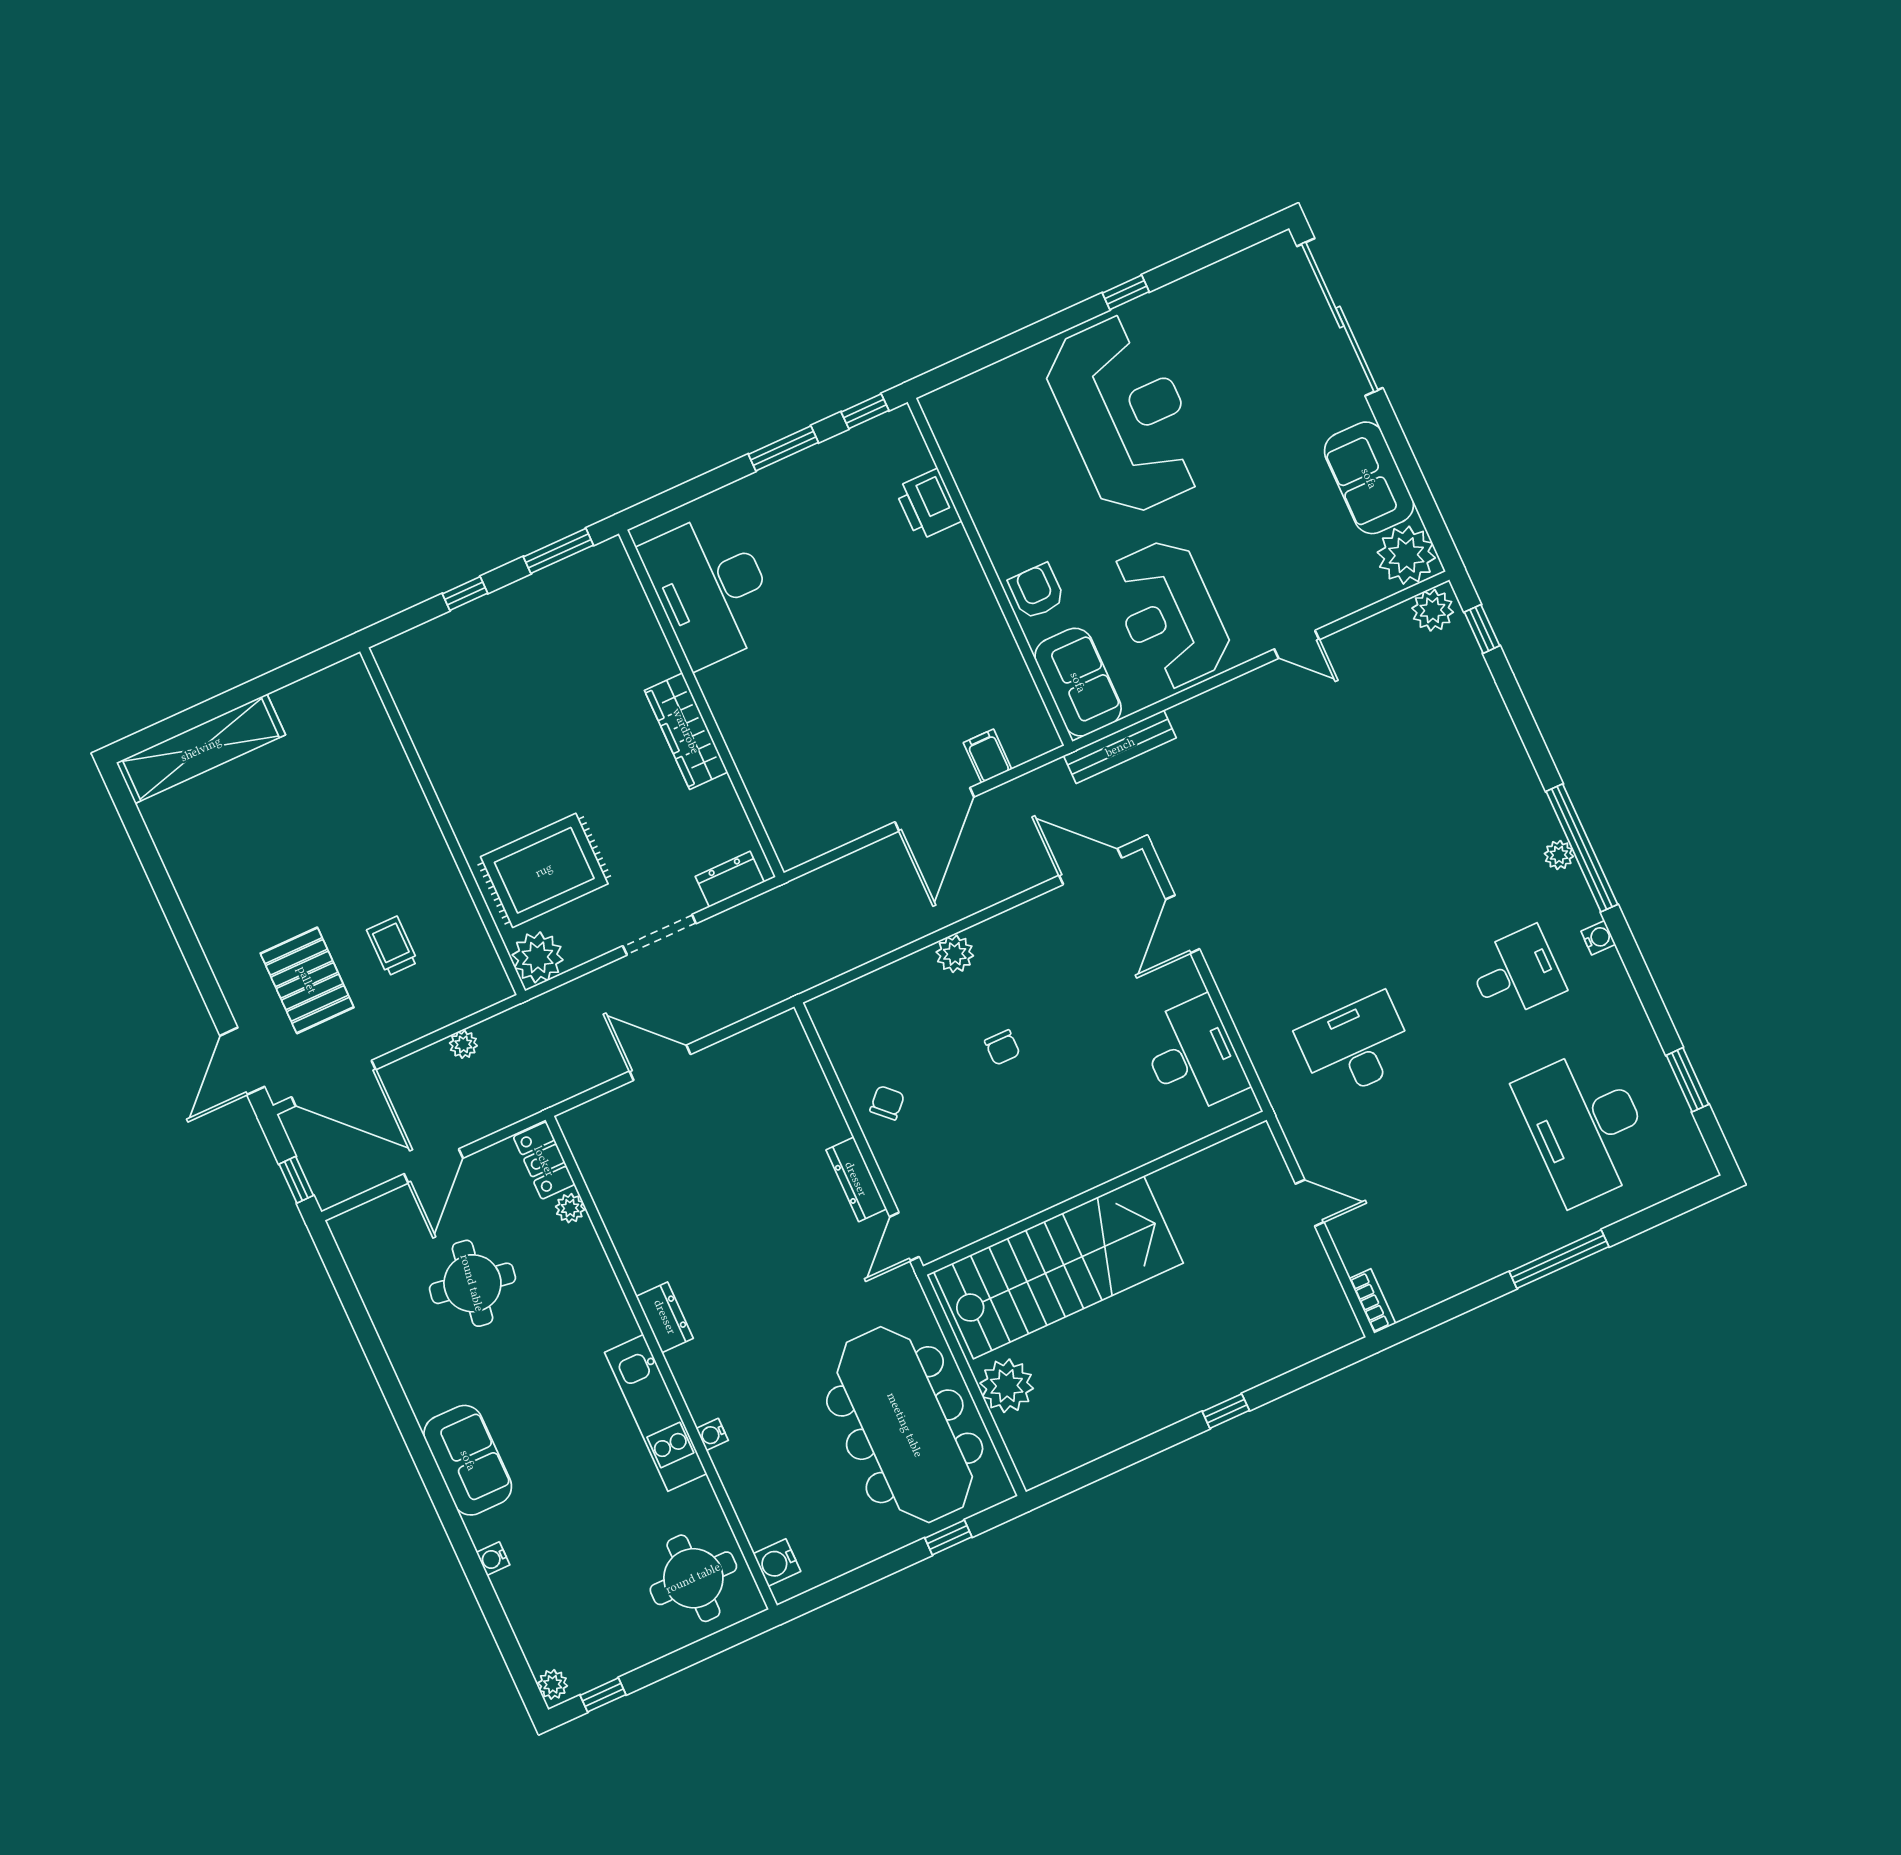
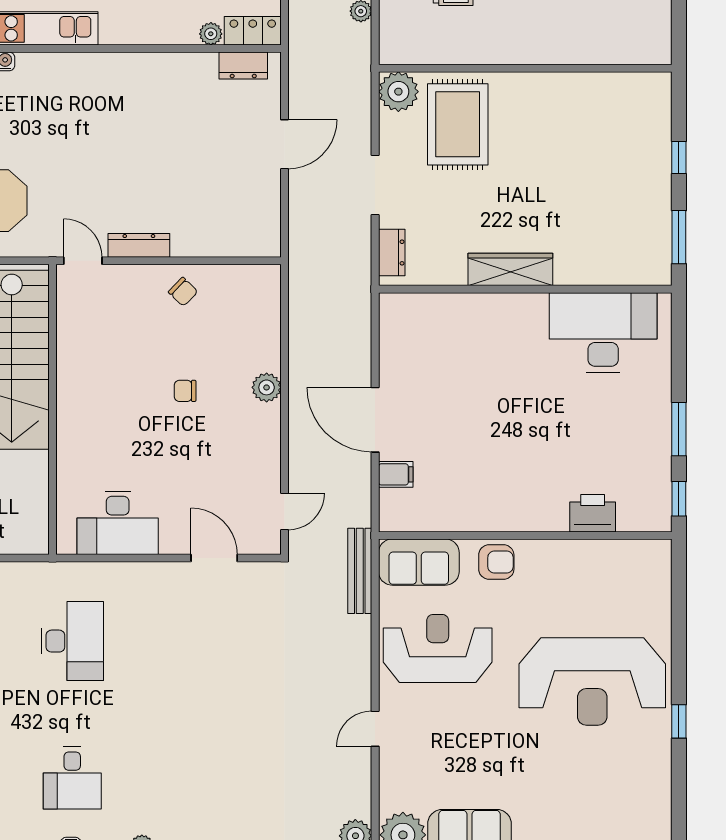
door: (1090, 867) -> (285, 511), width x0.73
dresser: (665, 1317) -> (243, 65), moved

